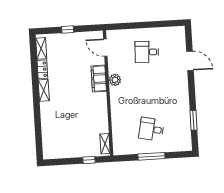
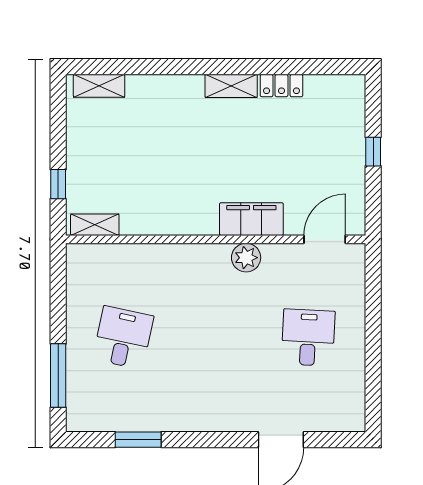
shelving: (41, 48) -> (99, 86), moved
window: (151, 156) -> (58, 376), moved

